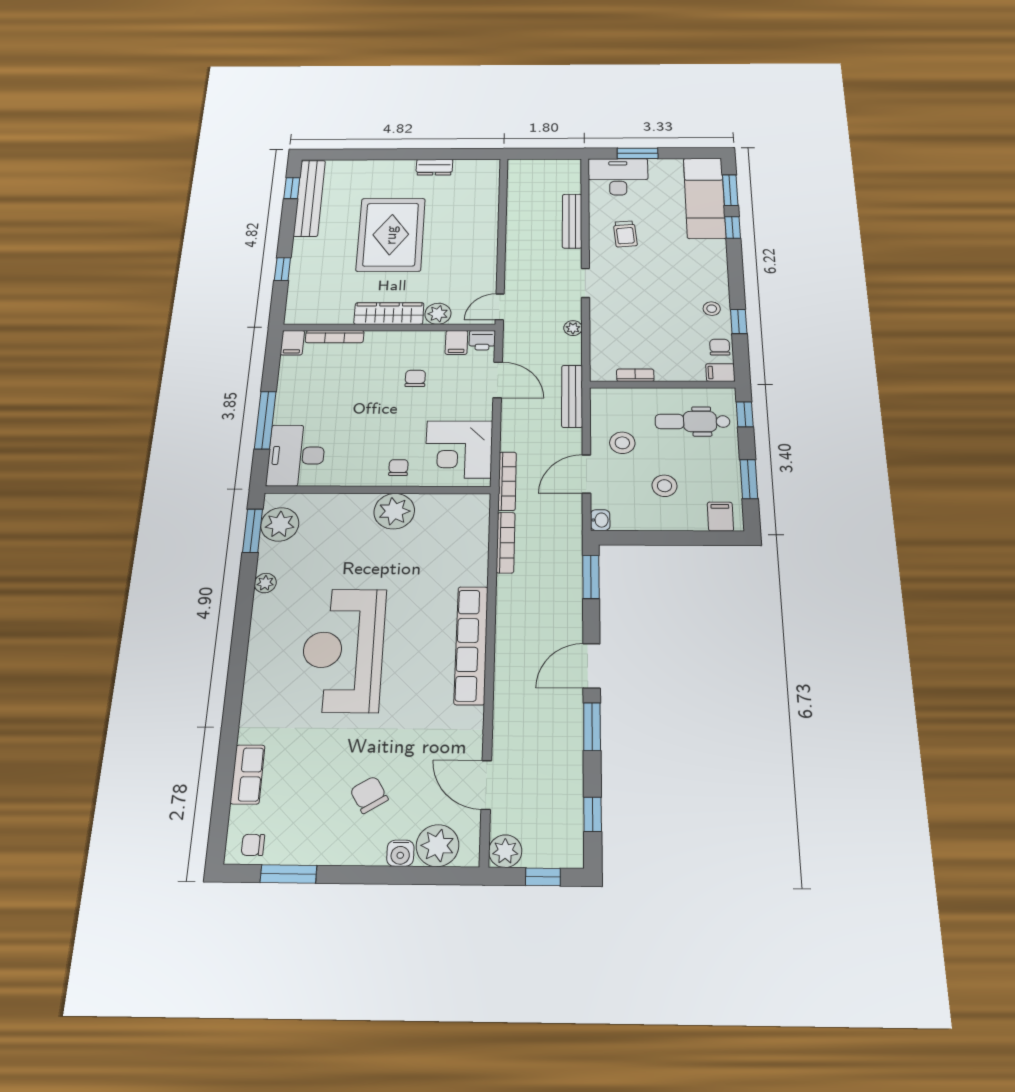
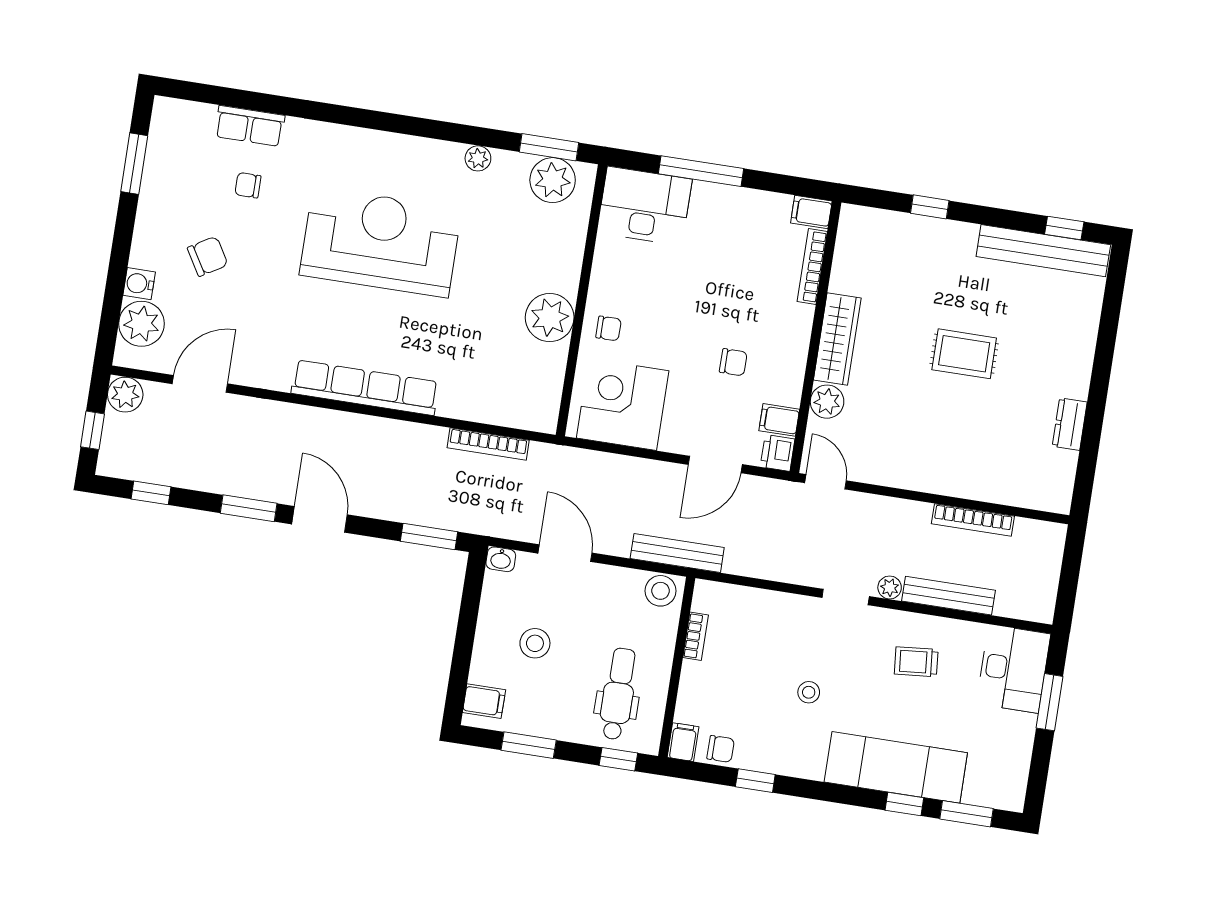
exam couch: (705, 198) -> (896, 767), moved
rug: (391, 235) -> (964, 354), width x0.54, depth x0.49
stool: (712, 309) -> (809, 692), moved
plant: (573, 328) -> (890, 587), moved
stool: (622, 443) -> (661, 591), moved
bookcase: (507, 481) -> (973, 520), moved
chair: (253, 845) -> (248, 185), moved, turned -90

